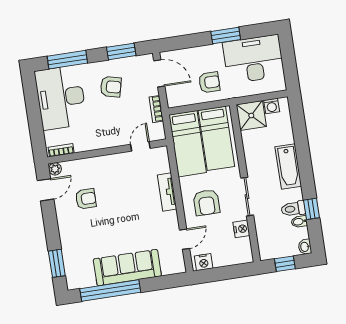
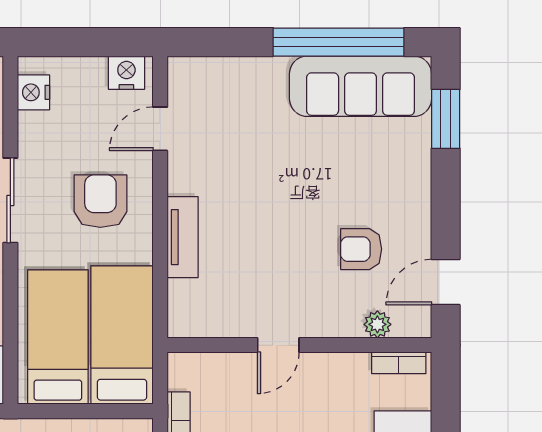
door: (140, 146) -> (278, 345), moved
plant: (55, 169) -> (377, 324), moved
nightstand: (241, 229) -> (33, 92), moved
sofa: (127, 268) -> (361, 86), moved

